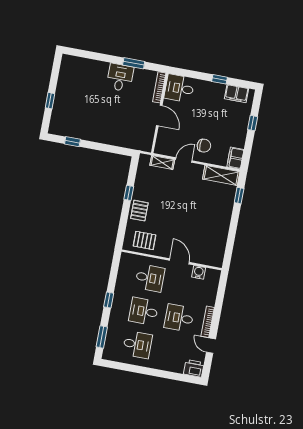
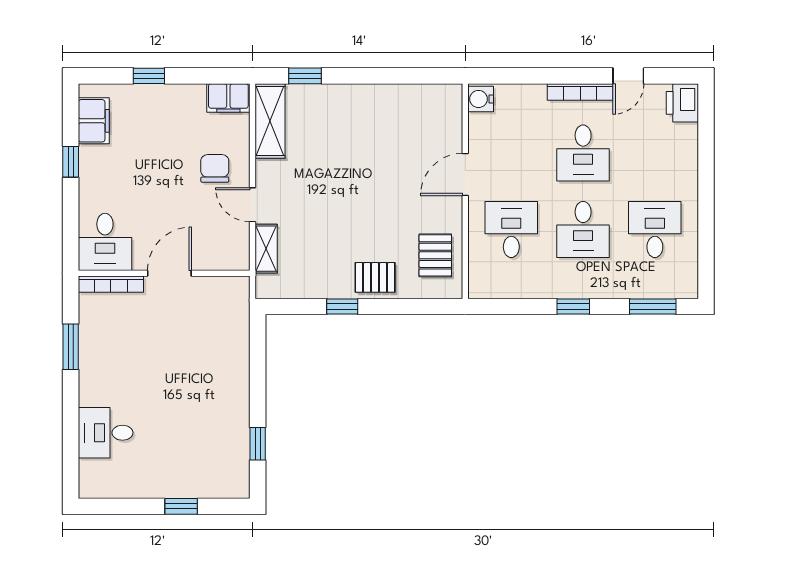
desk: (120, 77) -> (106, 433), moved
water cooler: (199, 272) -> (481, 99), moved

